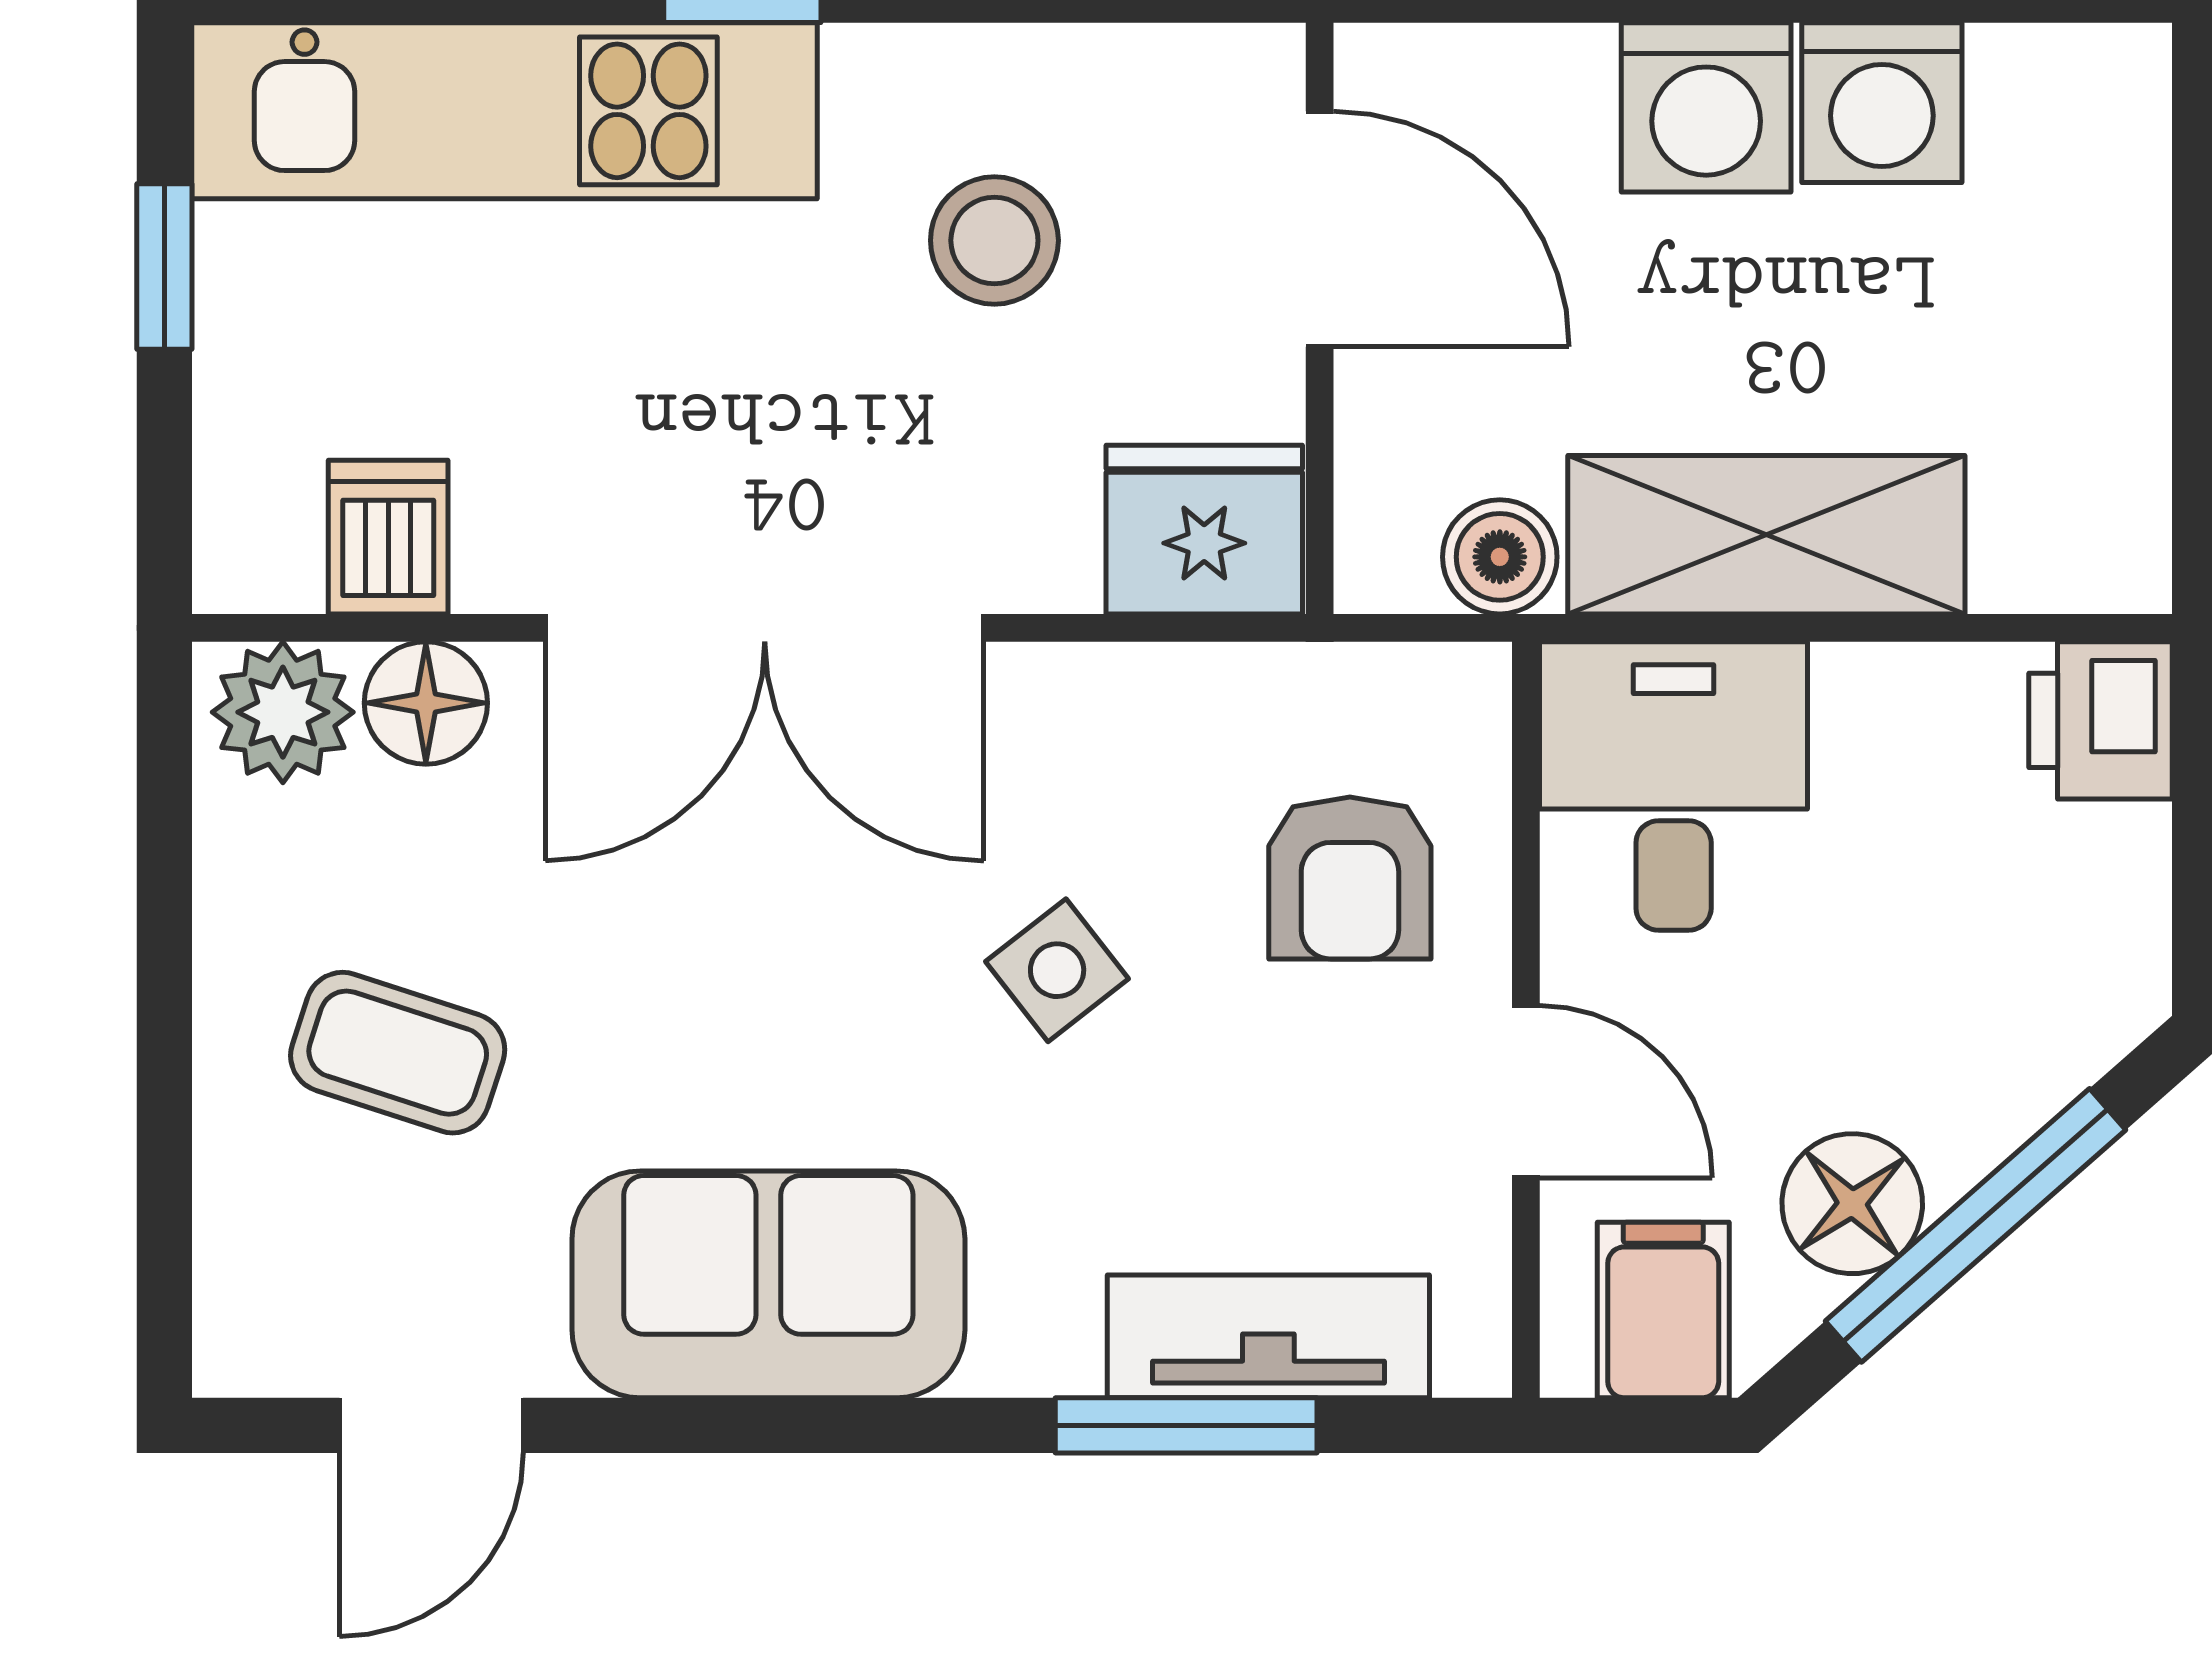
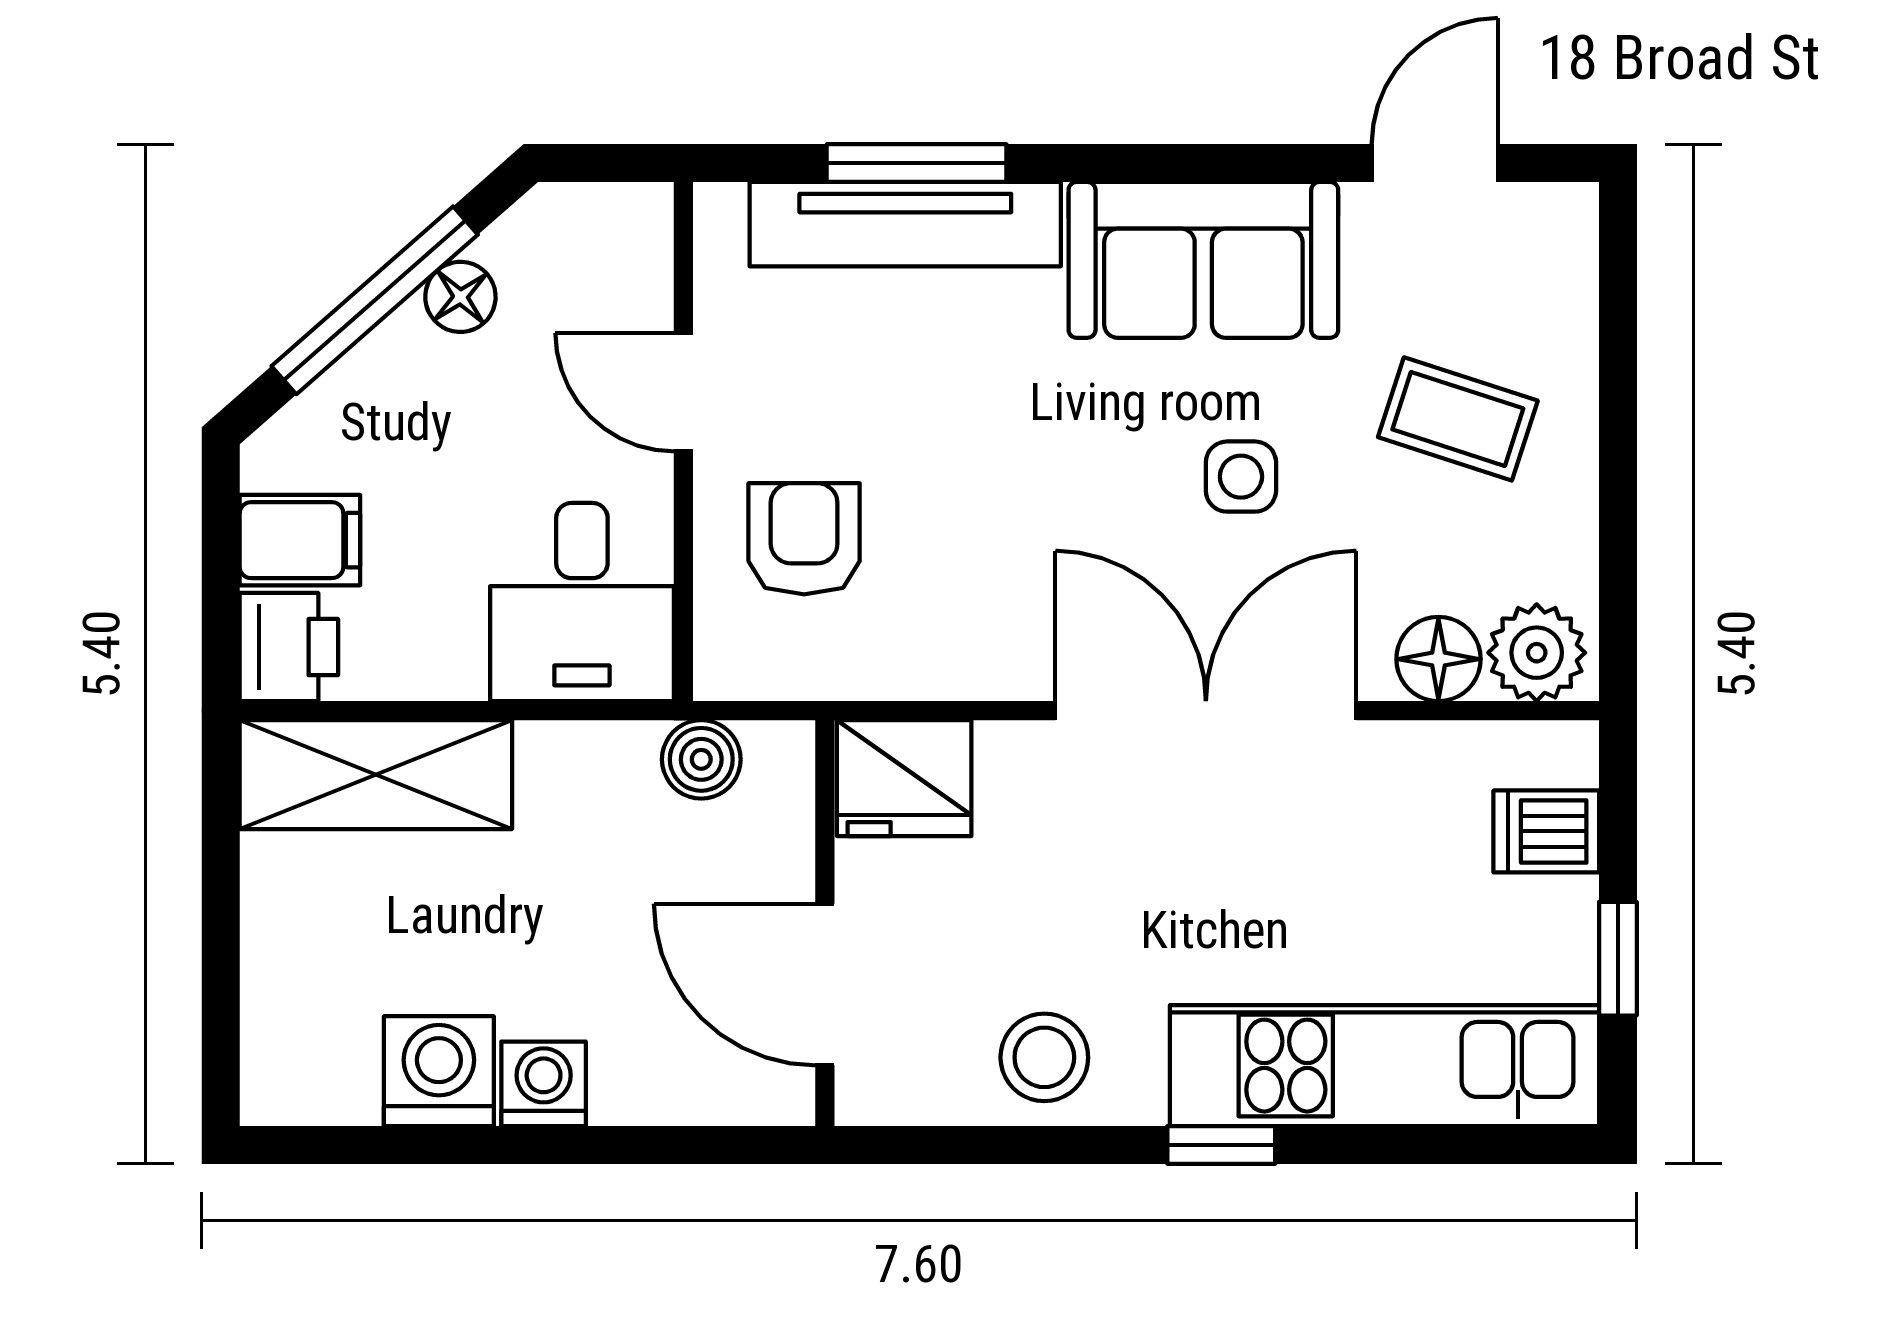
washing machine: (1706, 107) -> (544, 1084), width x0.73, depth x0.73
stool: (994, 240) -> (1044, 1057), moved
shelving: (1766, 535) -> (376, 775), moved
dishwasher: (388, 537) -> (1546, 831), moved, turned 90
side table: (1057, 970) -> (1241, 477), moved, turned 38
floor lamp: (1852, 1204) -> (460, 297), width x0.73, depth x0.73
filing cabinet: (1663, 1310) -> (300, 540), moved, turned -90
tv unit: (1268, 1336) -> (905, 224), width x1.41

